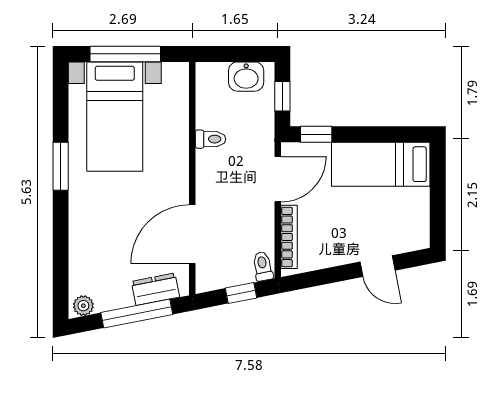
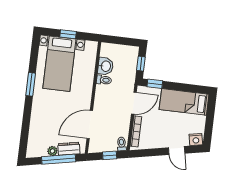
window: (125, 54) -> (68, 34), width x0.46
washbasin: (246, 77) -> (105, 66), moved, turned -90
nightstand: (414, 239) -> (196, 139), added
plant: (83, 306) -> (52, 151), moved

